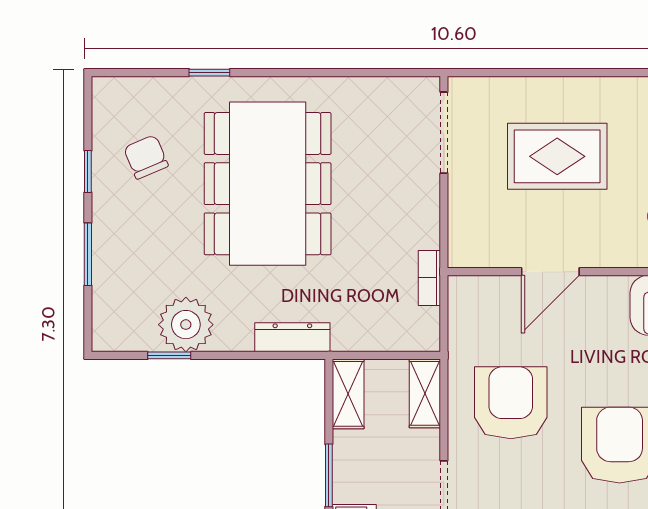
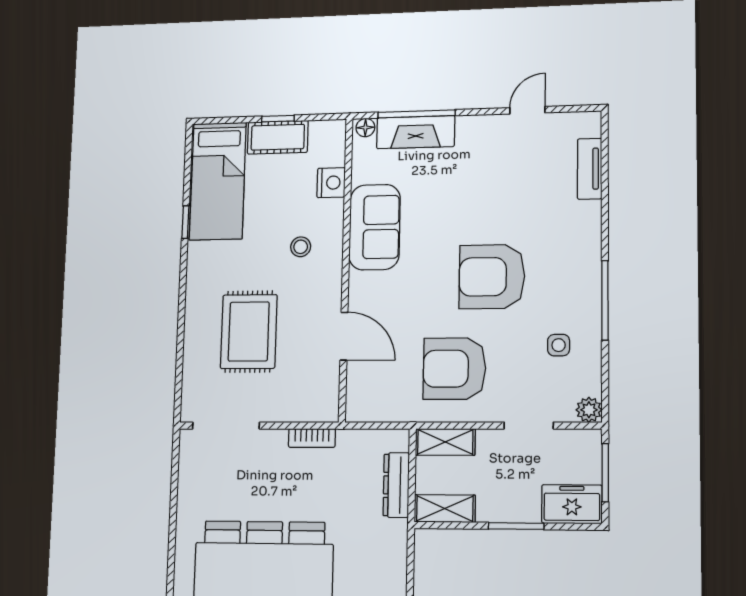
bookcase: (429, 278) -> (312, 438), moved
dresser: (292, 337) -> (396, 485), moved

